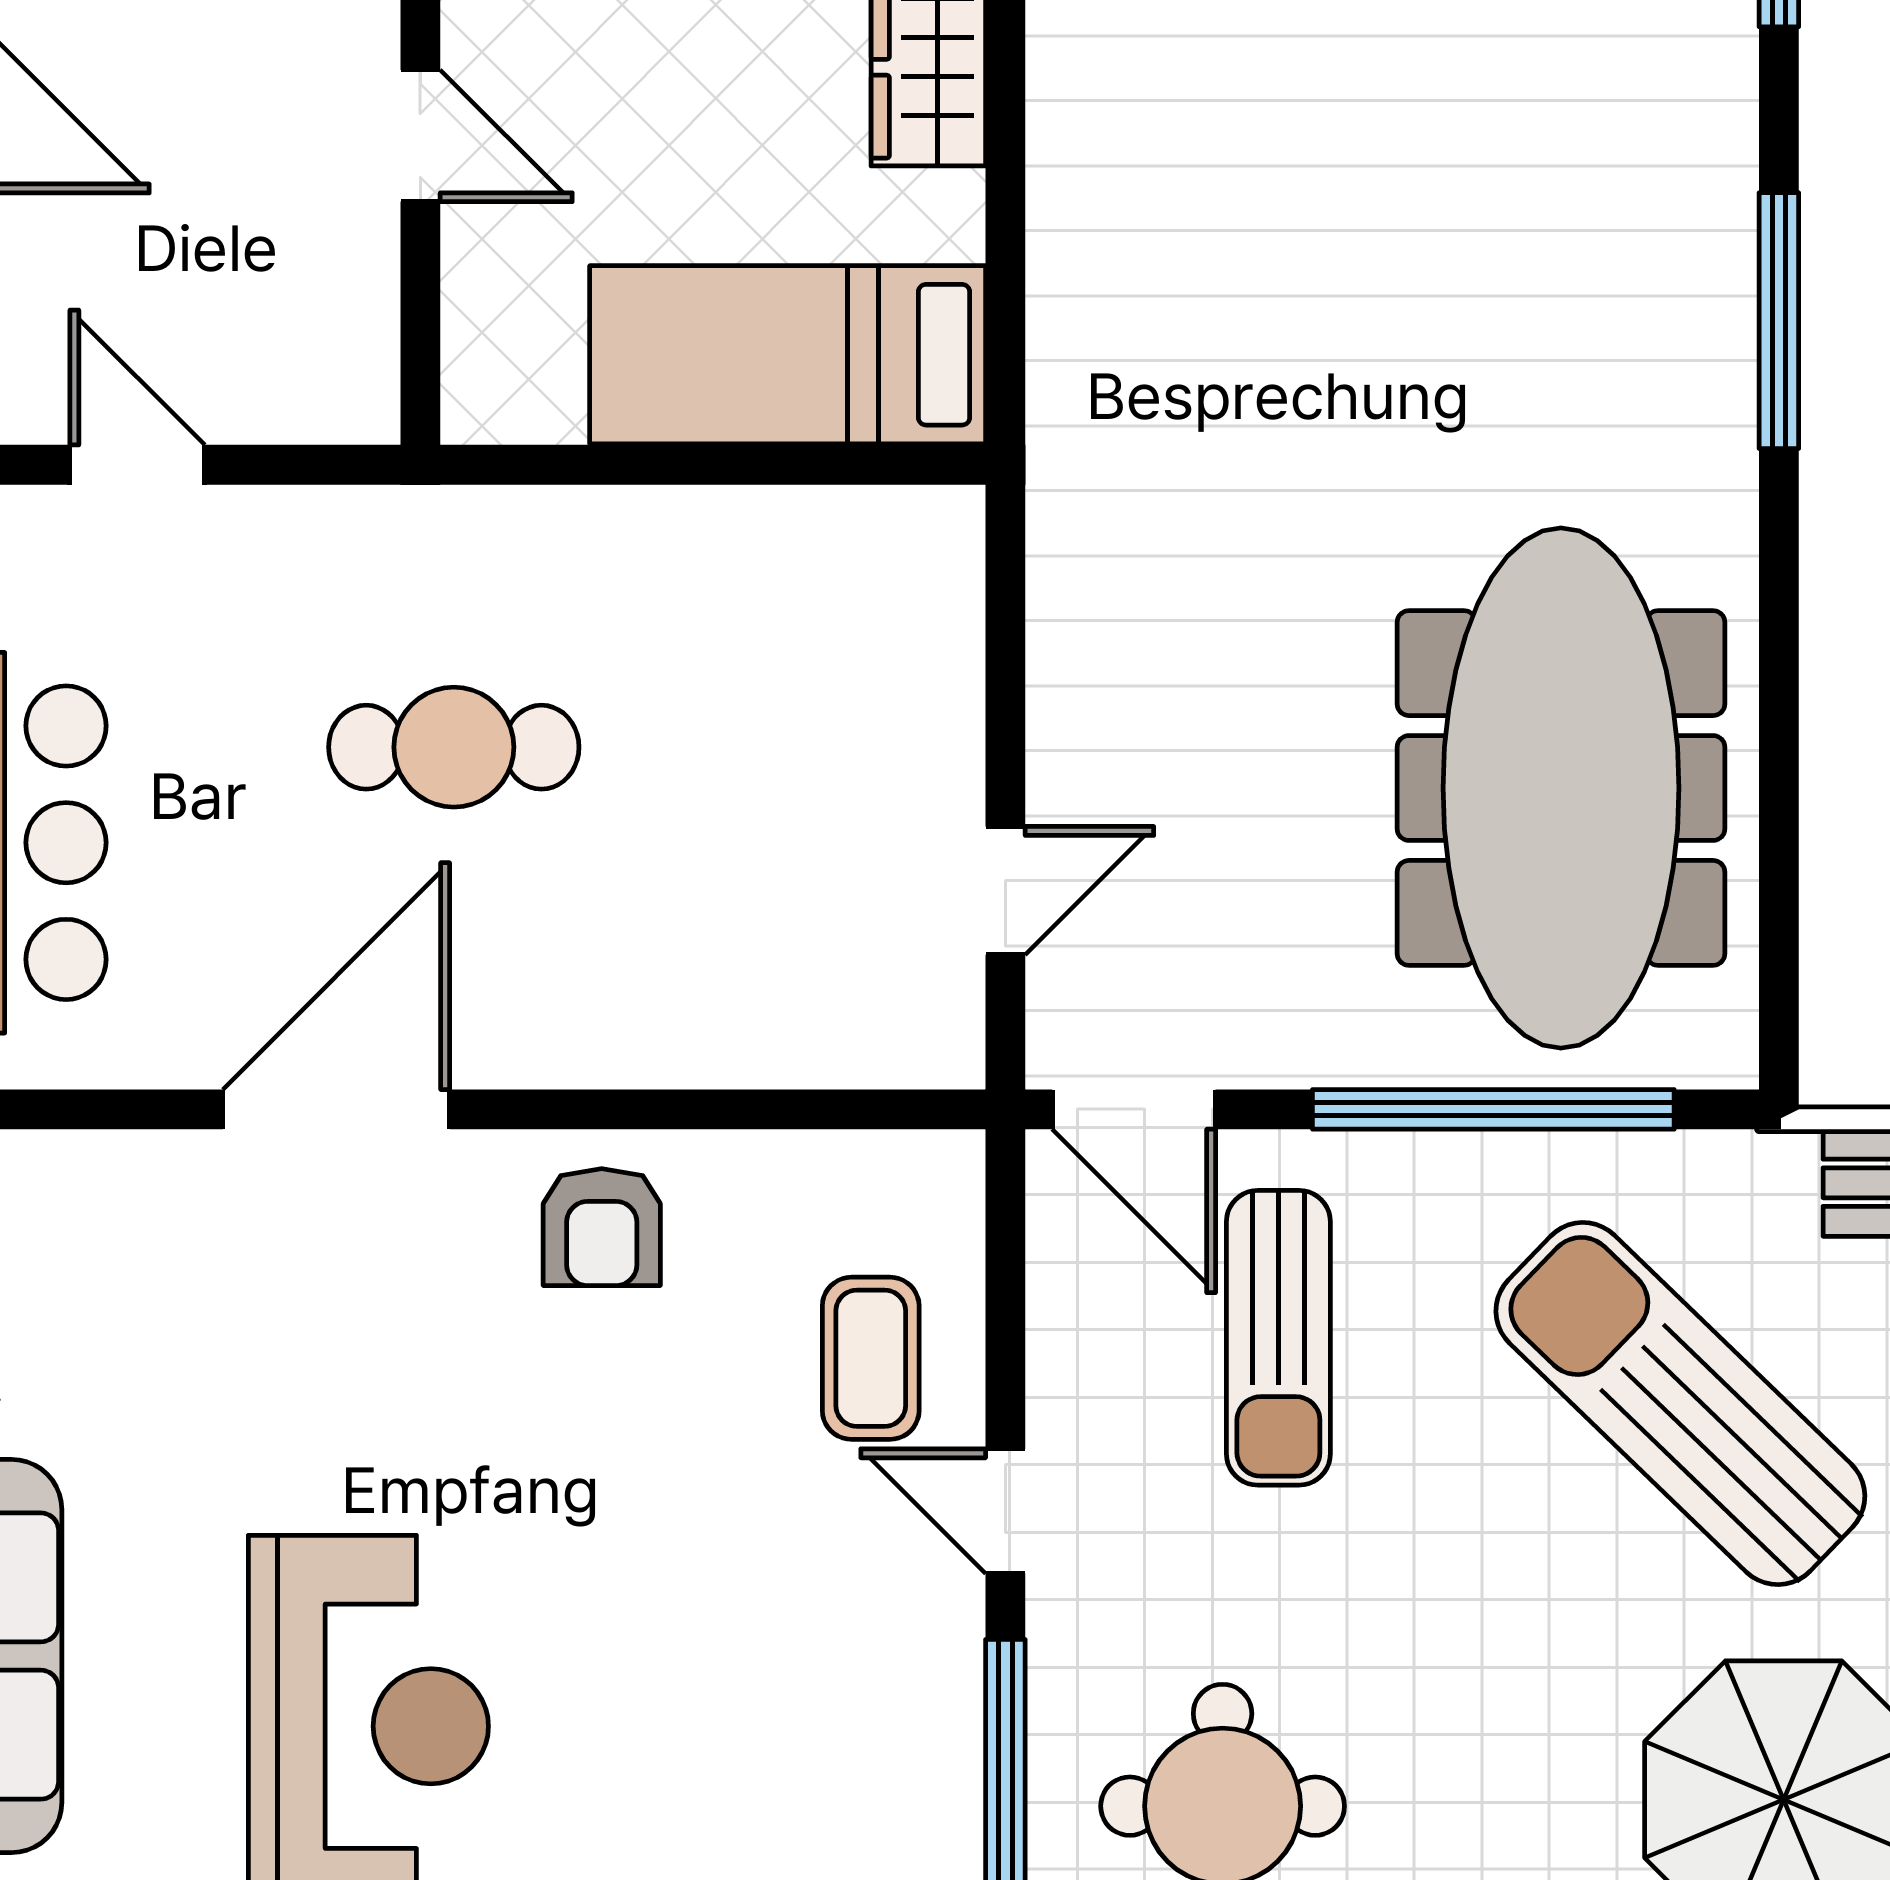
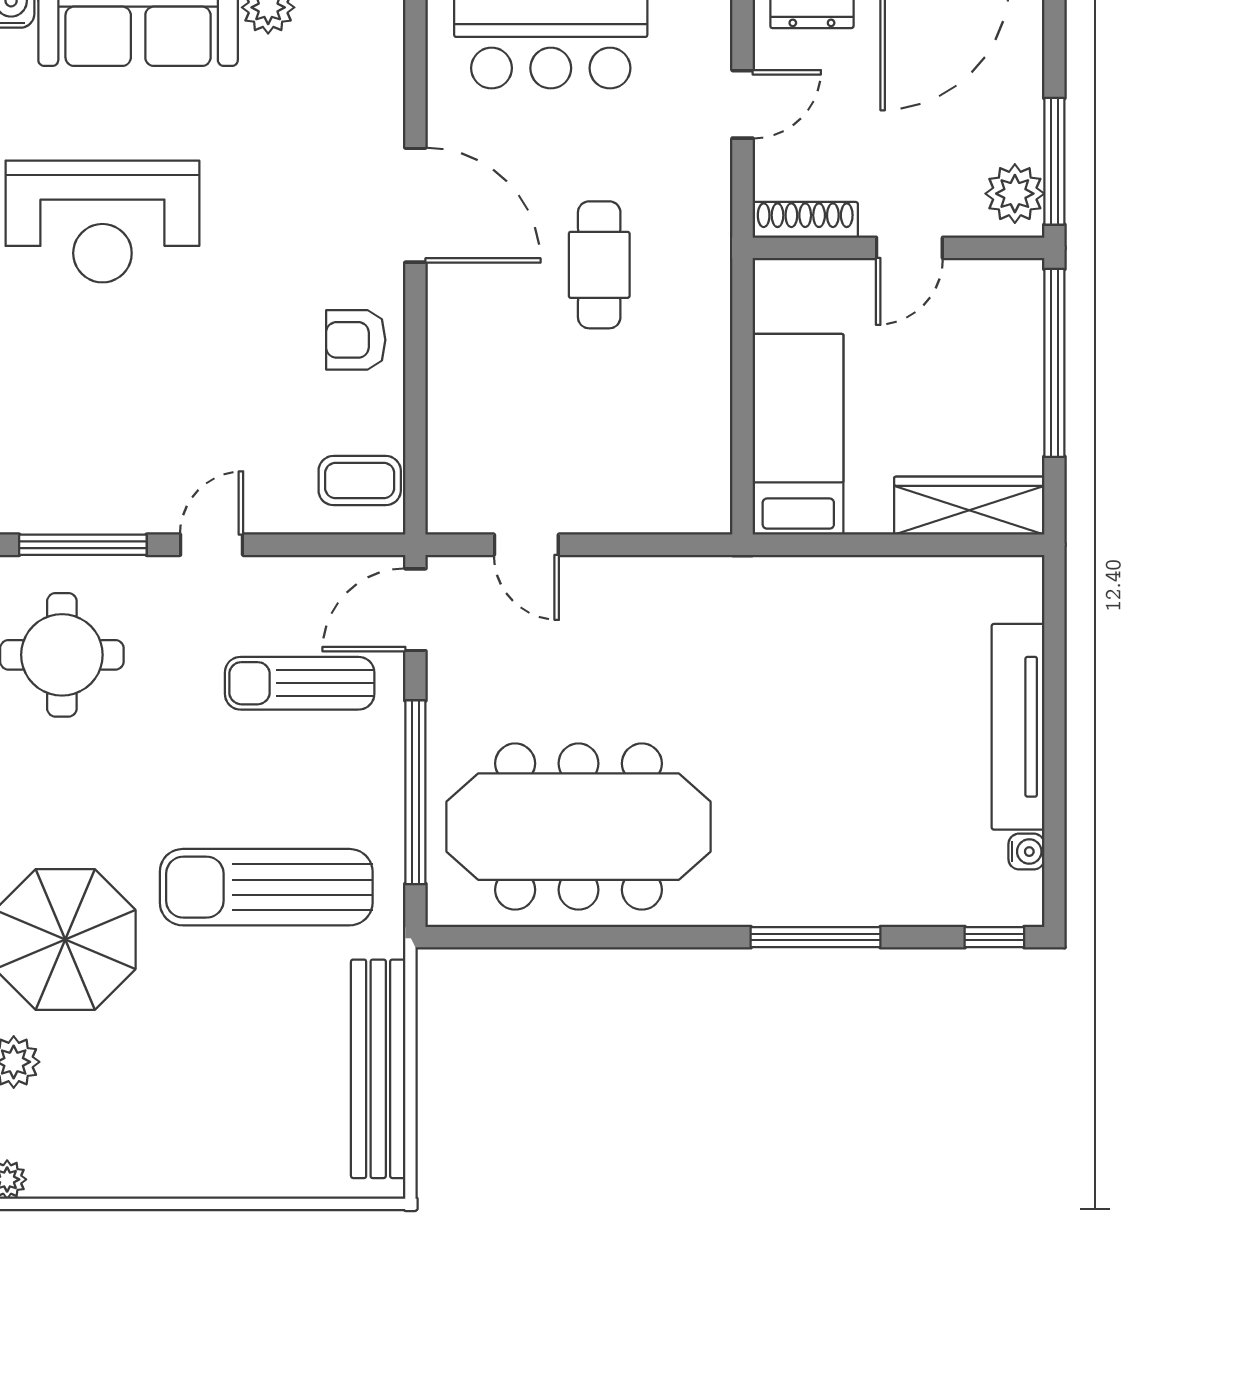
shoe rack: (365, 341) -> (805, 220), added
coffee table: (871, 1358) -> (360, 481), moved
sun lounger: (1680, 1404) -> (266, 887), turned -134

